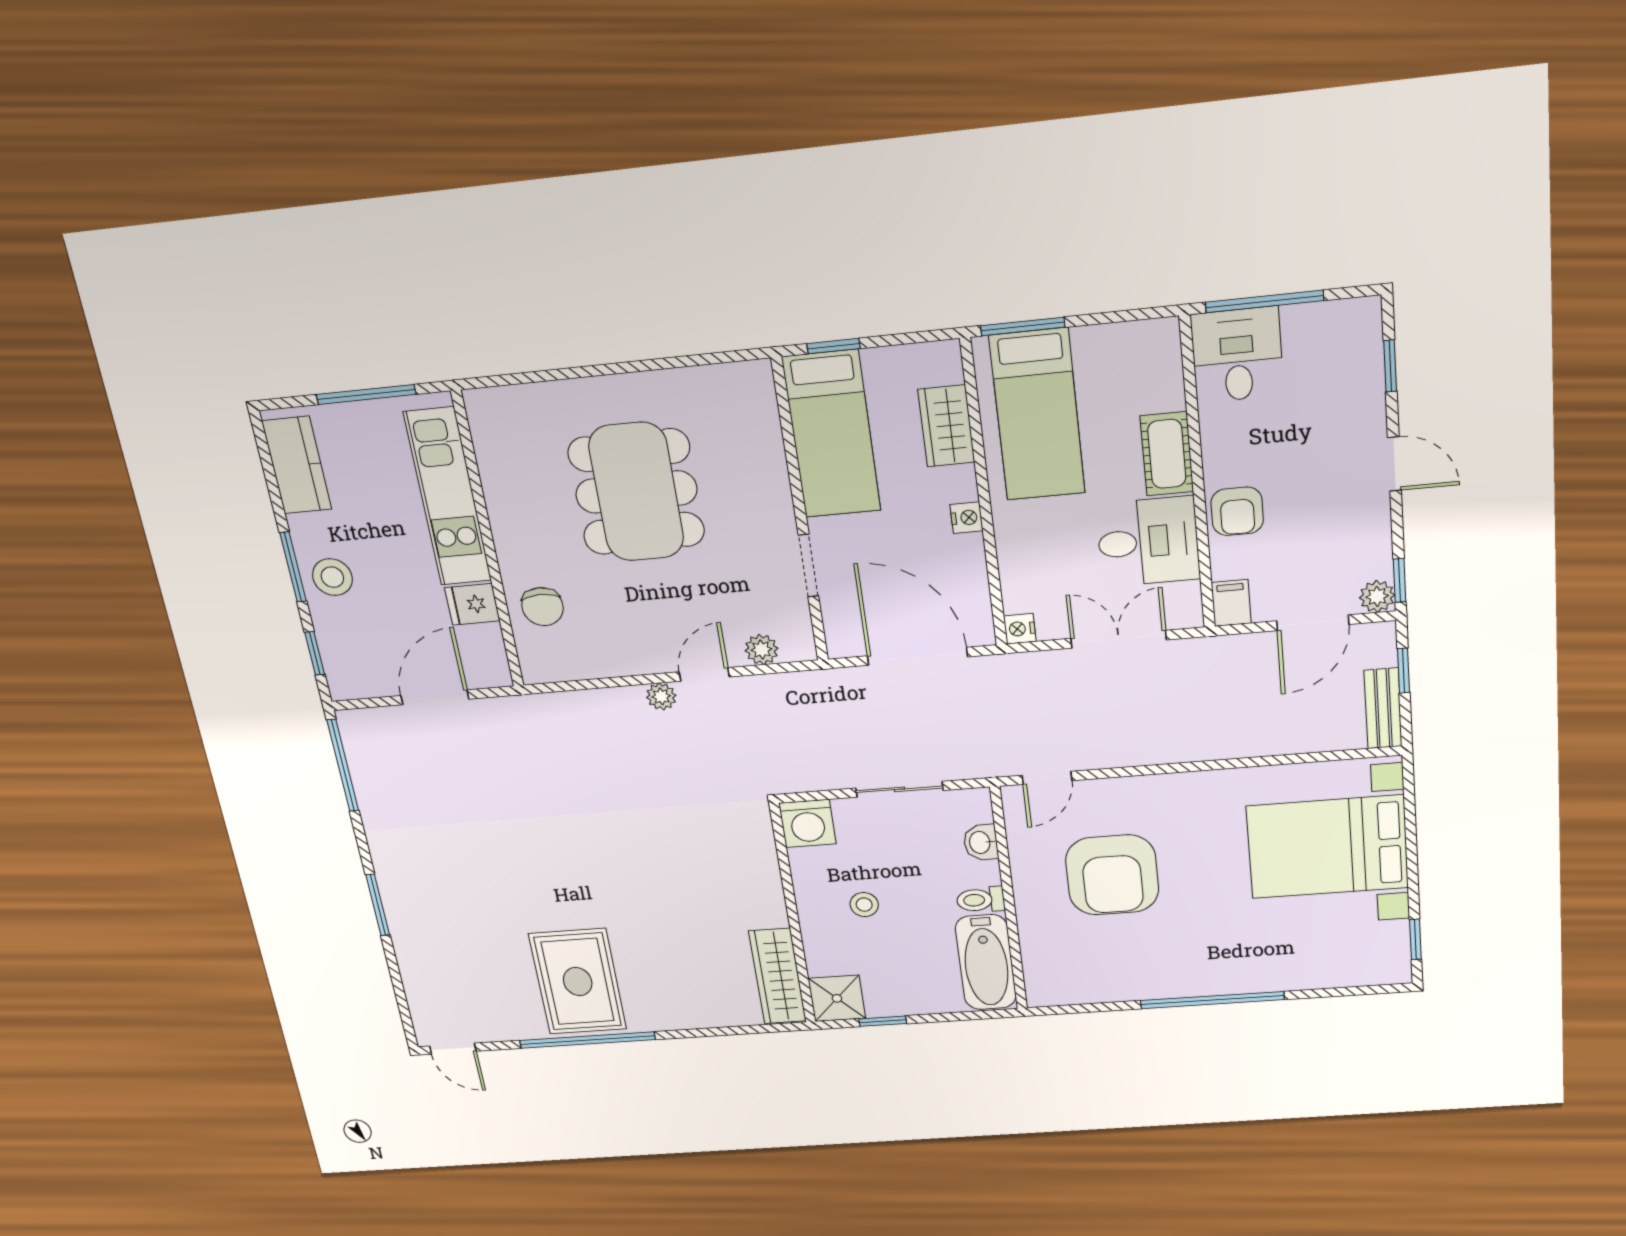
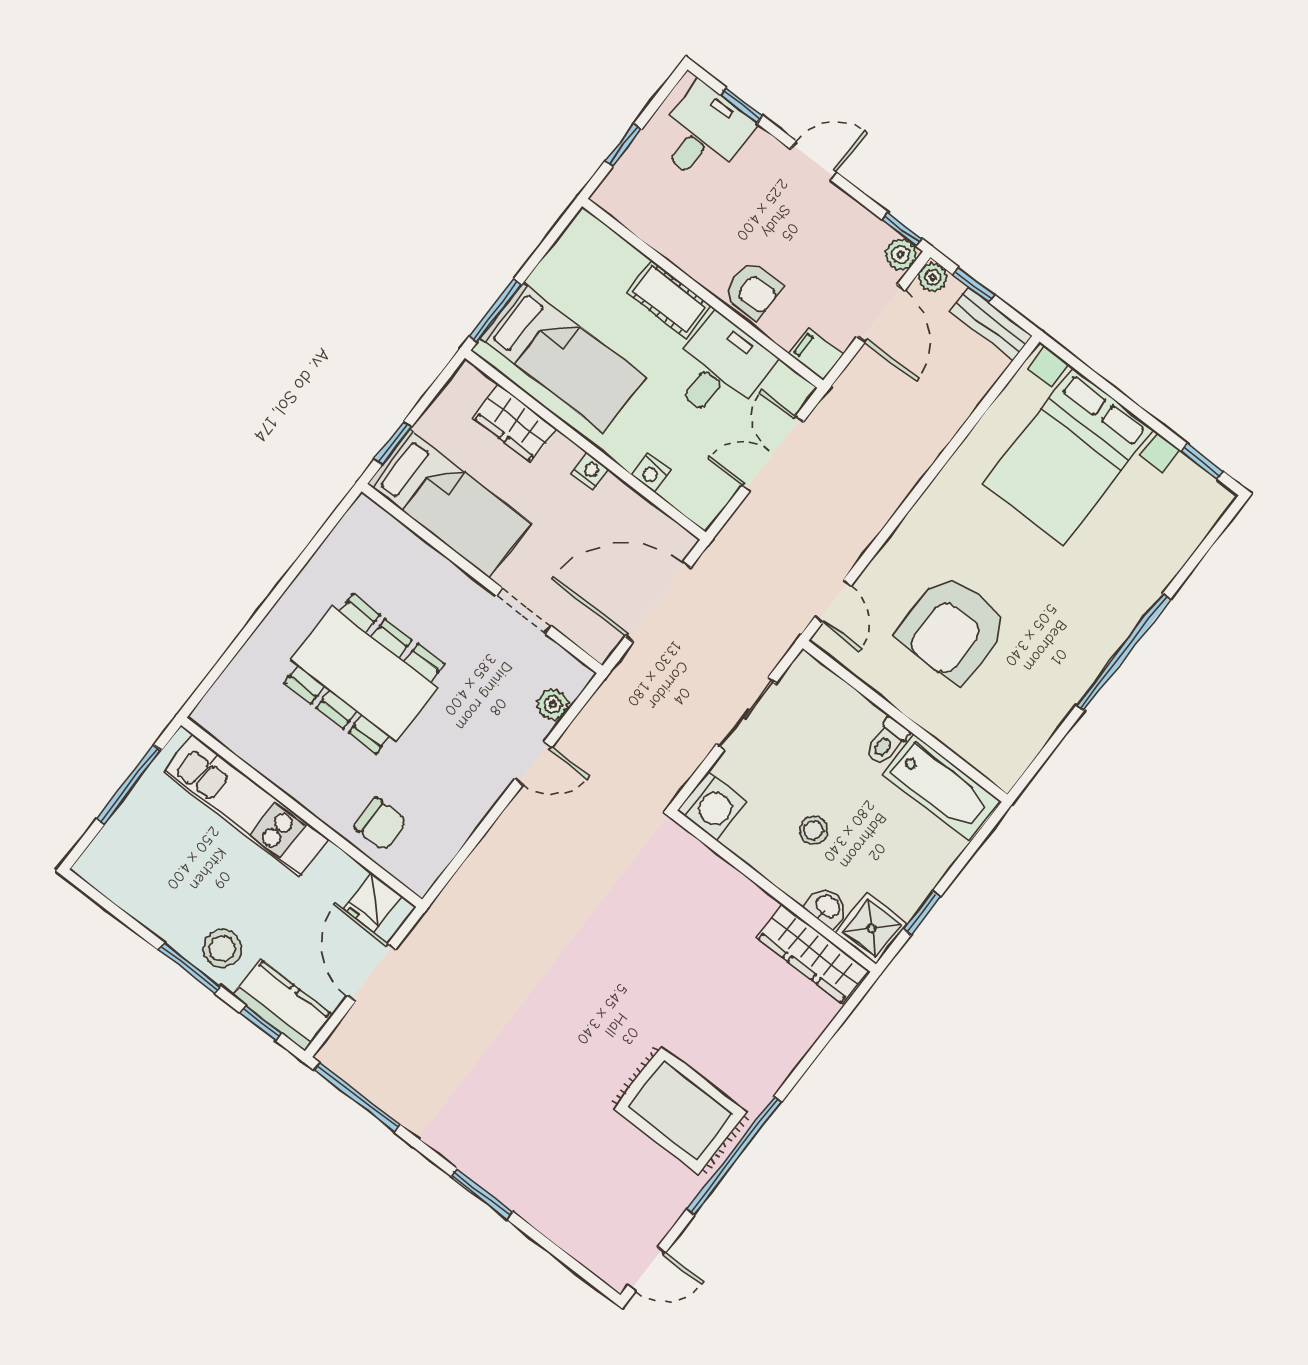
window: (1265, 301) -> (623, 145), width x0.46
desk: (1237, 355) -> (703, 133), moved, turned 90
kitchen counter: (297, 465) -> (283, 1005), moved
fridge: (472, 604) -> (373, 903), moved
nightstand: (1020, 629) -> (651, 473), moved
door: (704, 674) -> (533, 763), swing flipped
plant: (661, 696) -> (933, 277), moved
washbasin: (981, 842) -> (827, 907), moved, turned 180
armchair: (1112, 875) -> (953, 628), turned 90

